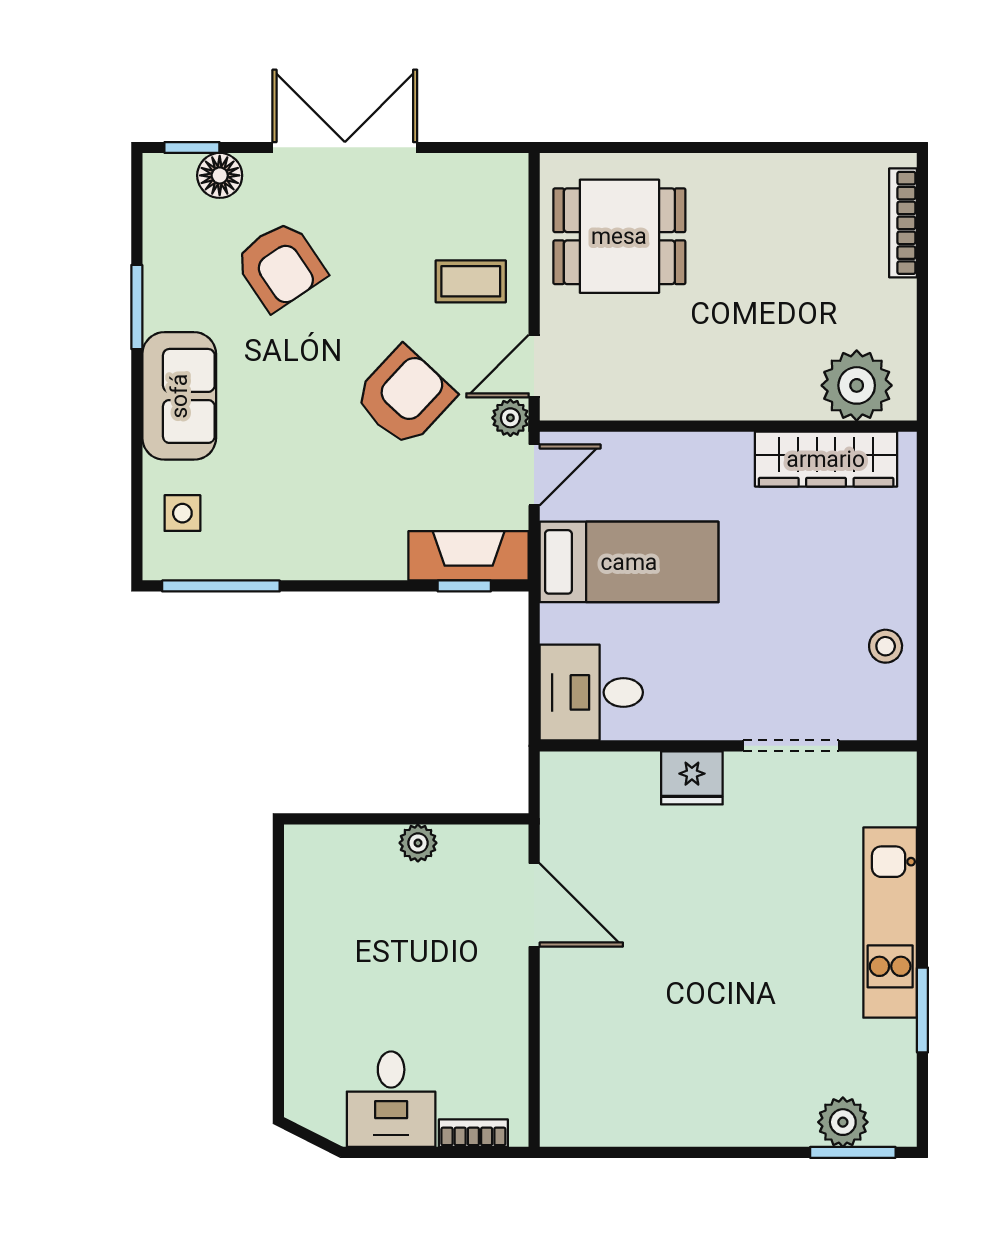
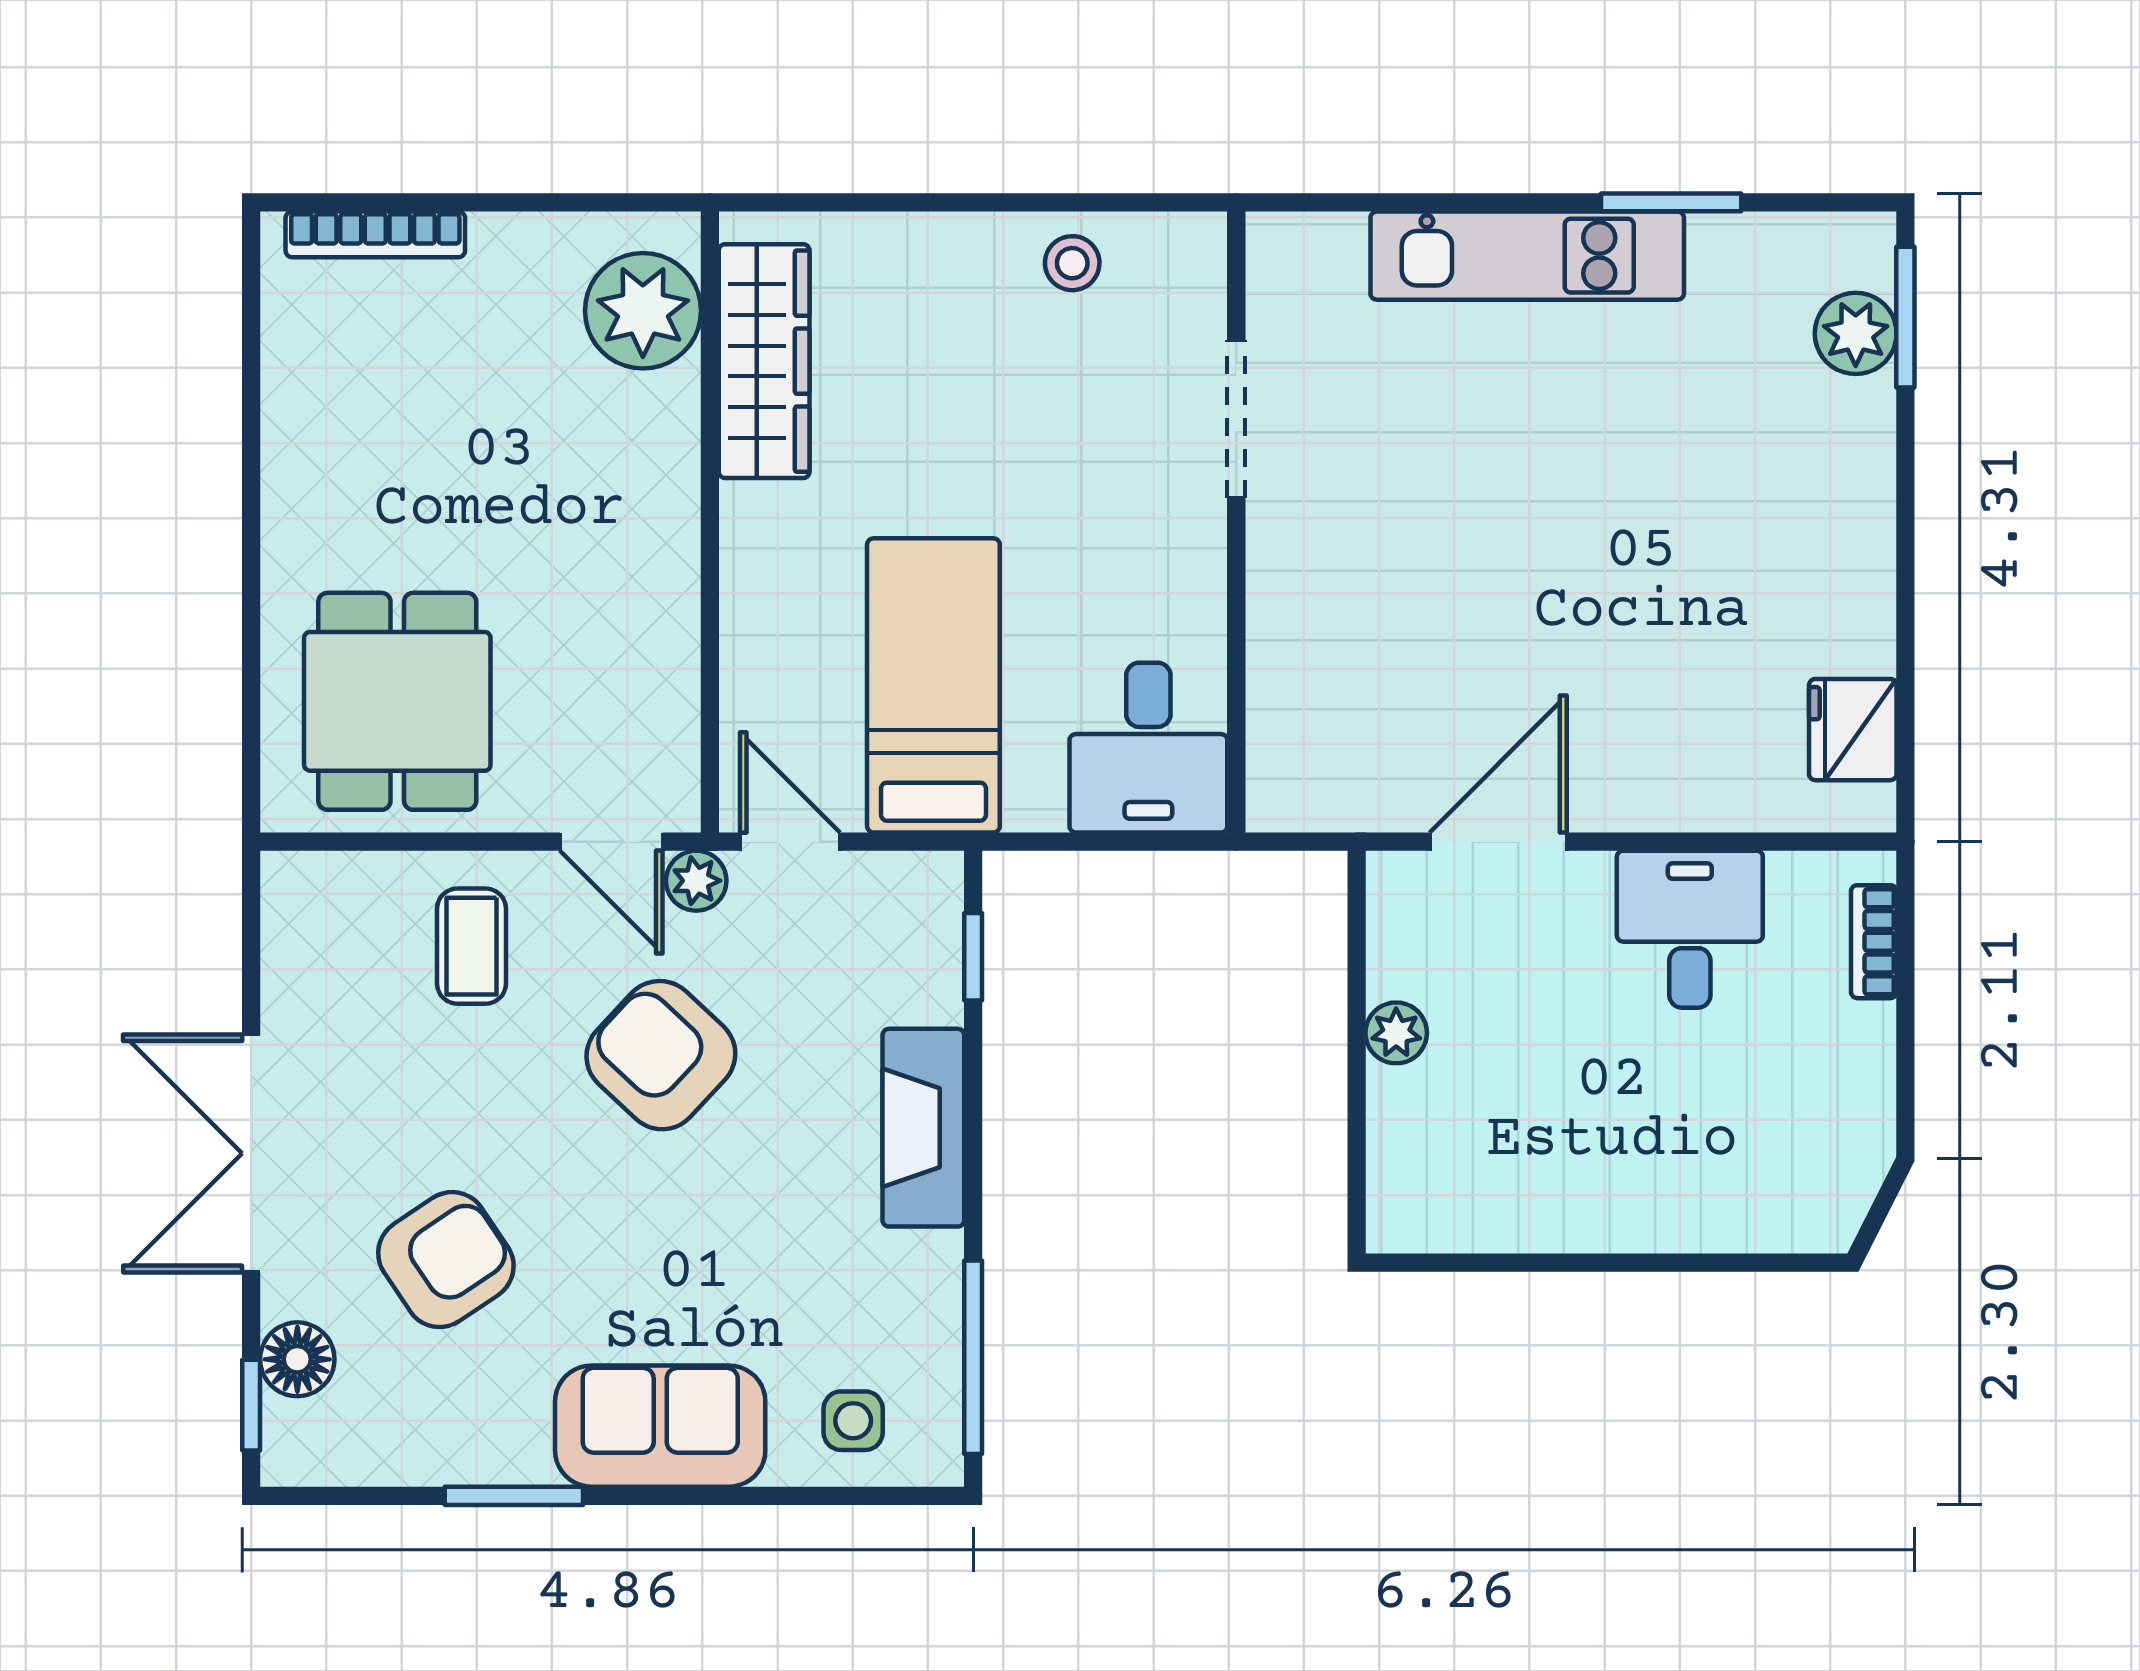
fireplace: (469, 556) -> (923, 1128), moved
fridge: (692, 778) -> (1853, 730), moved, turned 180
desk: (391, 1099) -> (1690, 929), moved, turned -90

